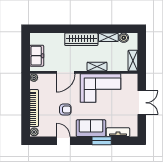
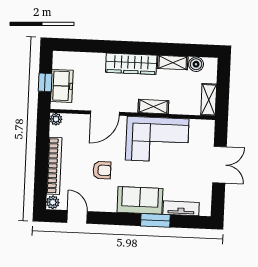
window: (26, 54) -> (45, 82), added
door: (63, 141) -> (77, 217), moved

